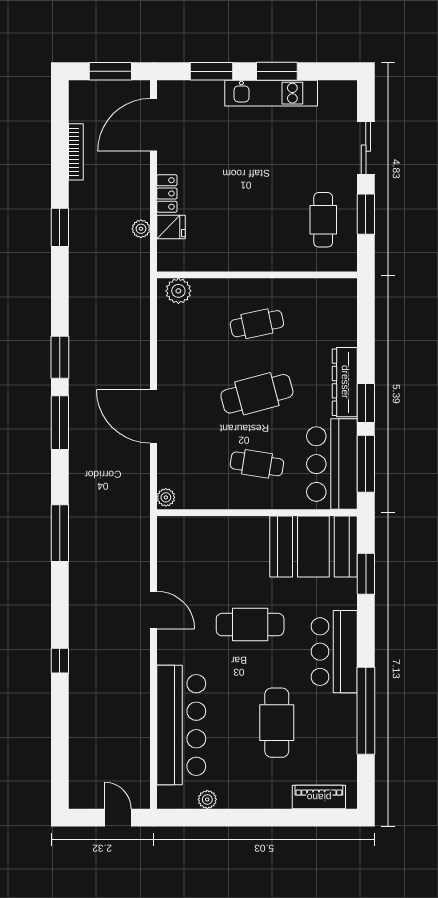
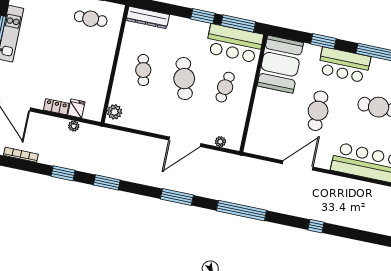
window: (60, 357) -> (107, 182), moved
dresser: (345, 382) -> (148, 18), moved
plant: (166, 497) -> (220, 142), moved
window: (60, 533) -> (241, 211), width x1.46
window: (366, 574) -> (323, 41), moved
door: (153, 610) -> (298, 165), width x1.36

